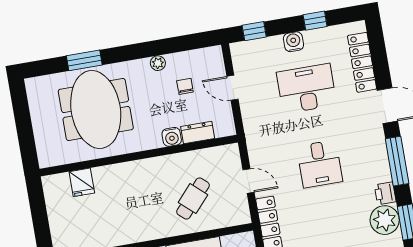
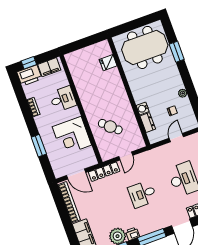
meeting table: (96, 109) -> (145, 47), moved

